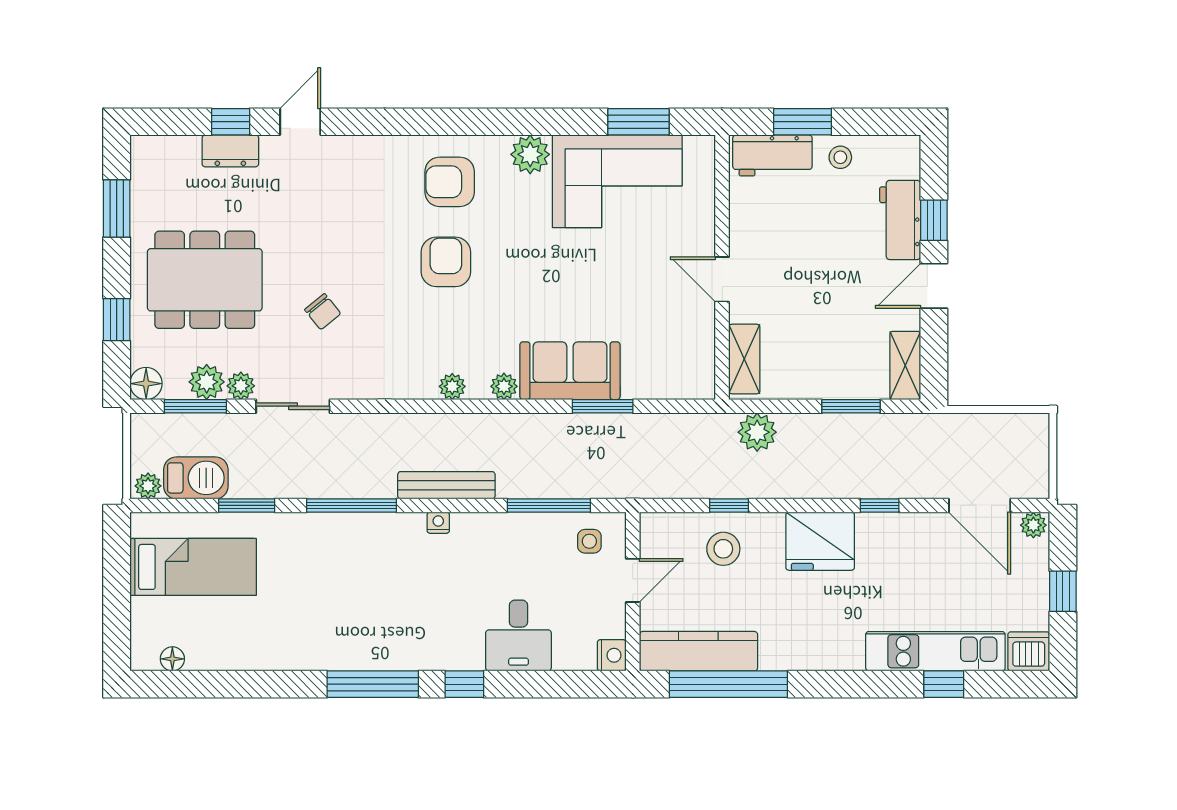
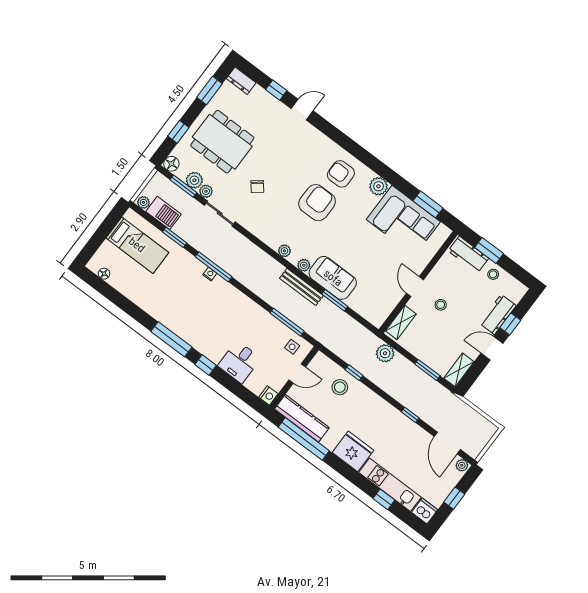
dresser: (230, 151) -> (241, 81), moved
armchair: (446, 262) -> (317, 203), width x1.36, depth x1.36
stool: (790, 277) -> (441, 305), added
bench: (446, 485) -> (301, 287), moved
nightstand: (438, 523) -> (210, 274), moved
fridge: (820, 541) -> (353, 451), moved, turned 180

